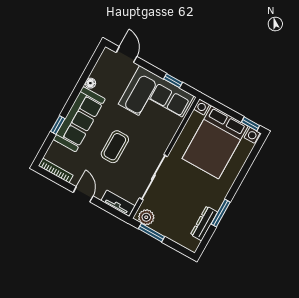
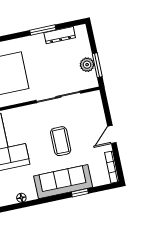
floor lamp: (90, 83) -> (21, 198), moved
coffee table: (115, 147) -> (61, 141), turned 90
tv unit: (118, 203) -> (97, 105), removed
plant: (146, 217) -> (87, 65), moved

